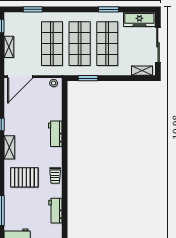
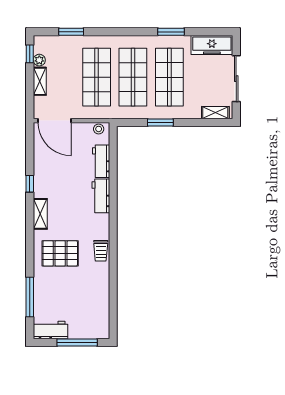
plant: (9, 31) -> (39, 60), added
door: (20, 77) -> (55, 121), hinge flipped
window: (88, 78) -> (160, 122), moved
workbench: (55, 211) -> (101, 161), moved

